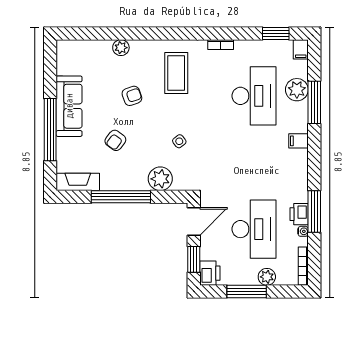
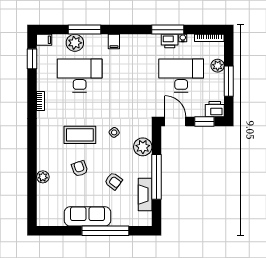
coffee table: (176, 73) -> (80, 135), moved
fireplace: (78, 182) -> (145, 195), moved

